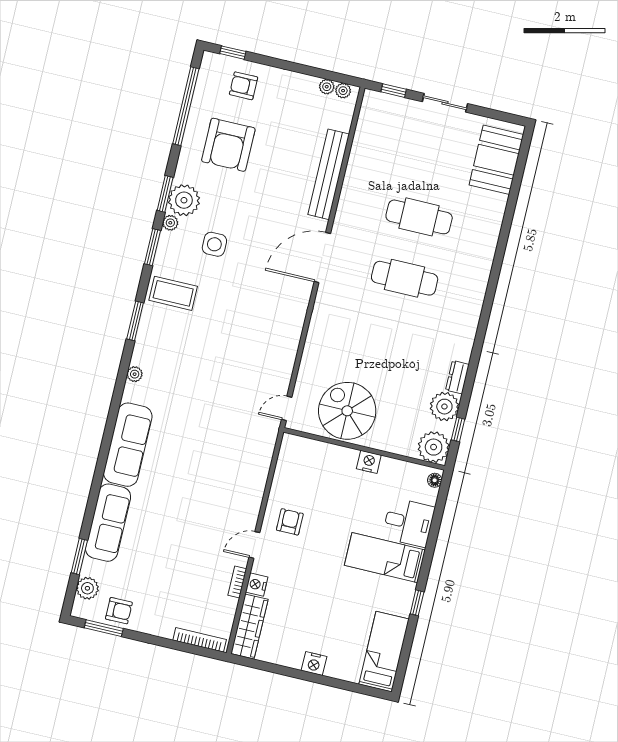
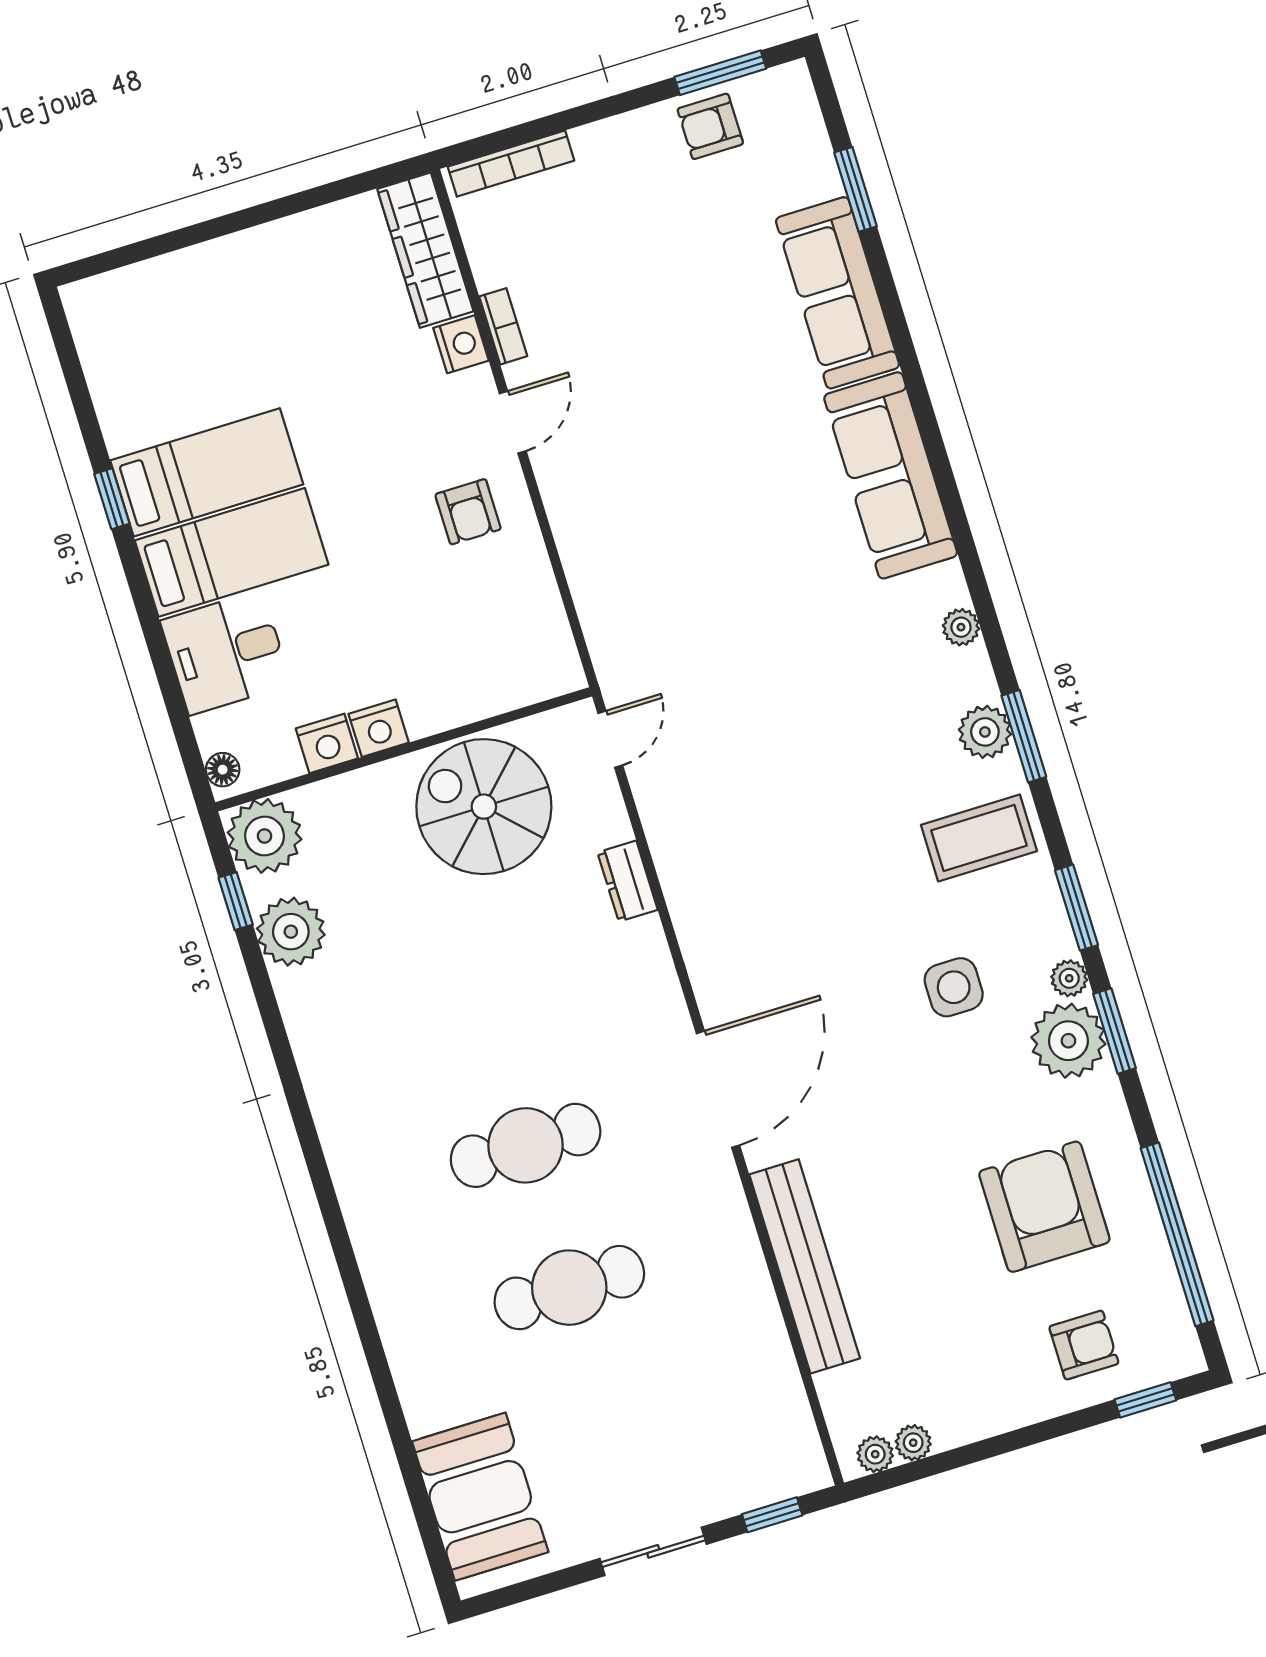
dresser: (457, 377) -> (628, 881), moved, turned 180
spiral stairs: (347, 411) -> (484, 807), turned 180
plant: (87, 588) -> (985, 732), moved
bed: (384, 652) -> (207, 472), moved, turned -90
nightstand: (314, 663) -> (327, 743), moved, turned 180

